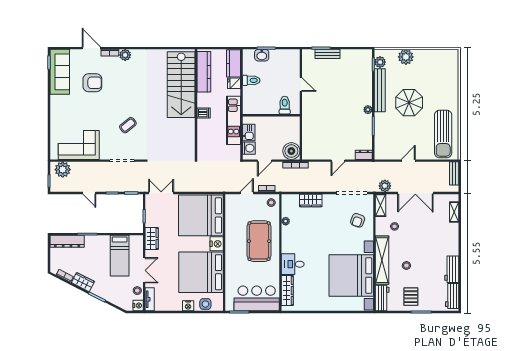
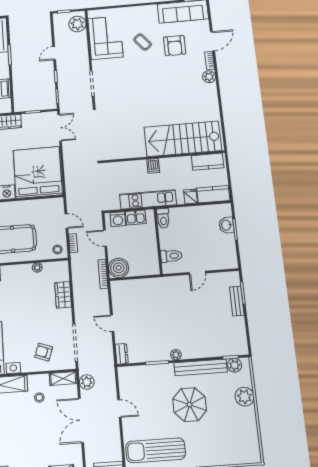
kitchen counter: (204, 72) -> (208, 162), width x0.67
toilet: (251, 80) -> (163, 218), moved
coffee table: (128, 125) -> (143, 42), moved

